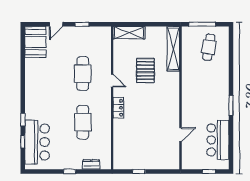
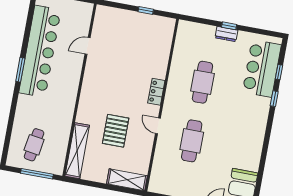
bar counter: (218, 140) -> (40, 51), width x1.86
dresser: (91, 165) -> (226, 34), moved

